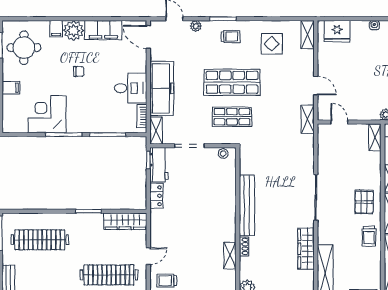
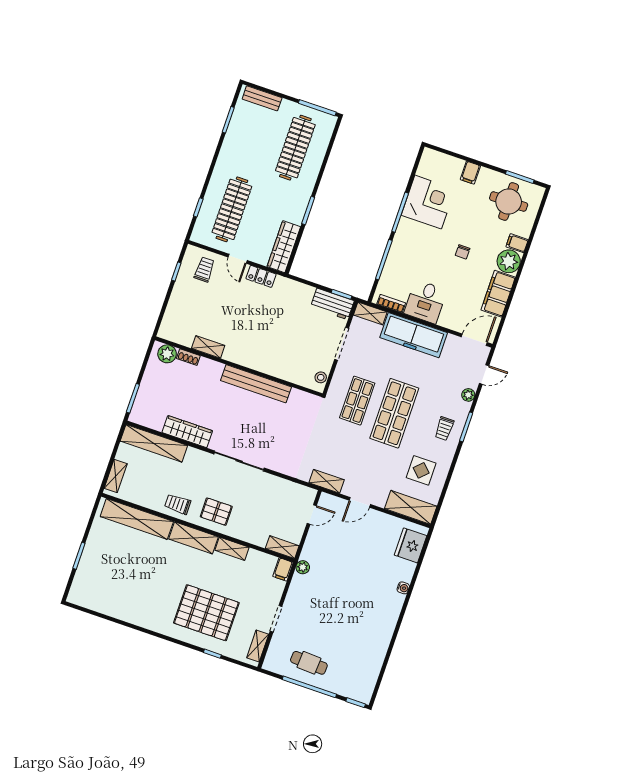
shelving: (308, 35) -> (411, 507), width x1.50, depth x1.33
locker: (156, 196) -> (261, 276), moved
shoe rack: (244, 246) -> (188, 357), moved

